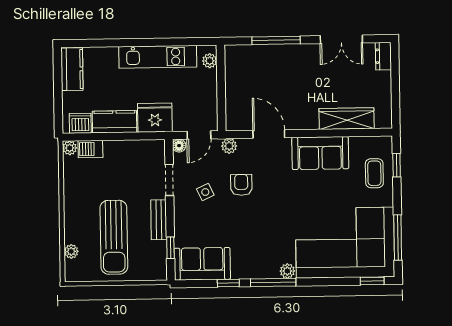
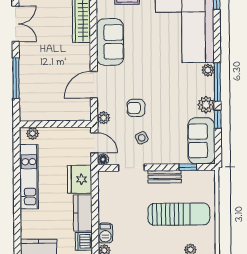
plant: (246, 269) -> (206, 105), added

